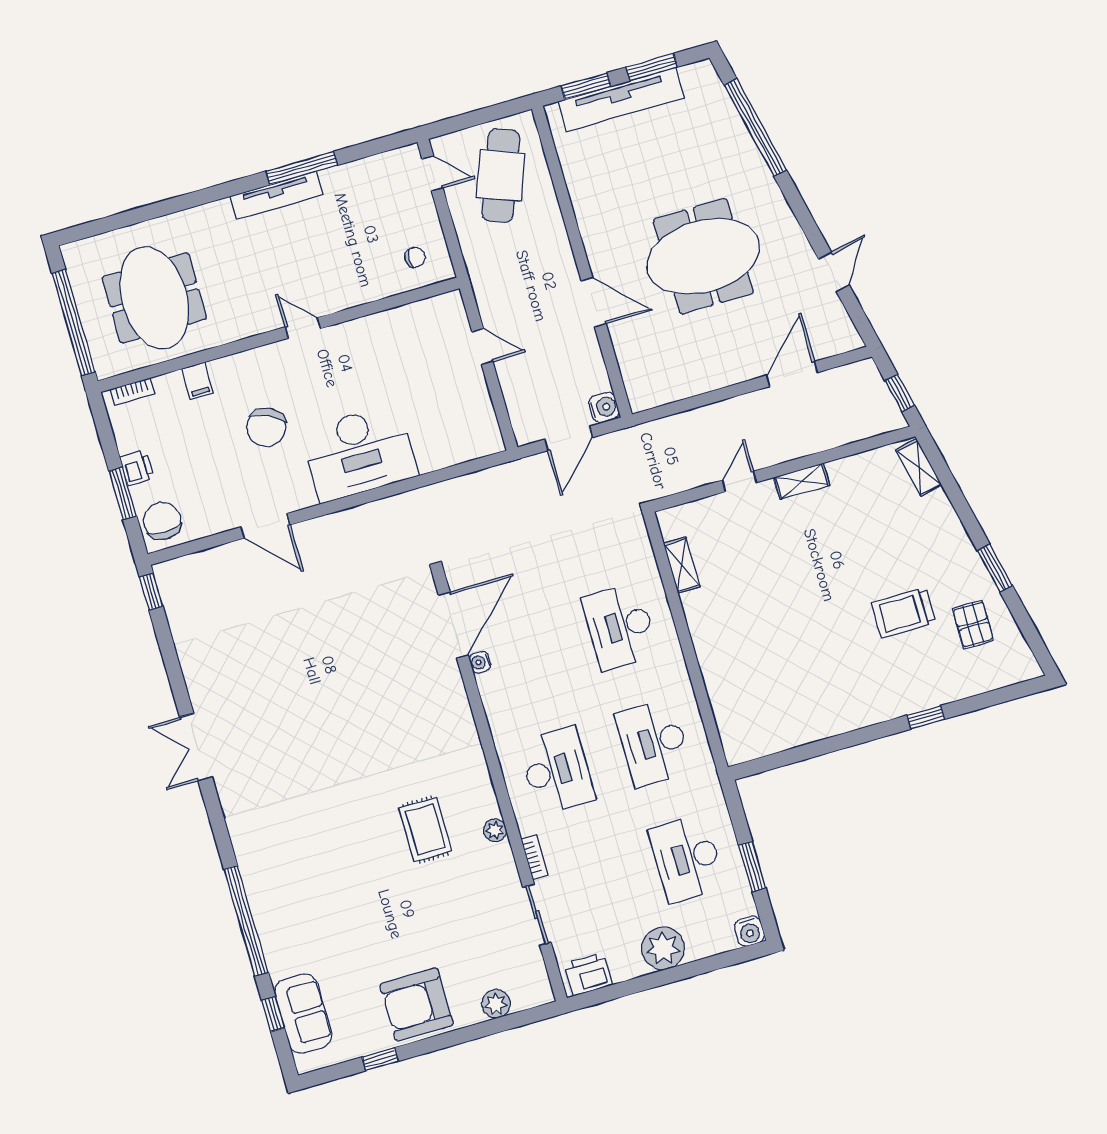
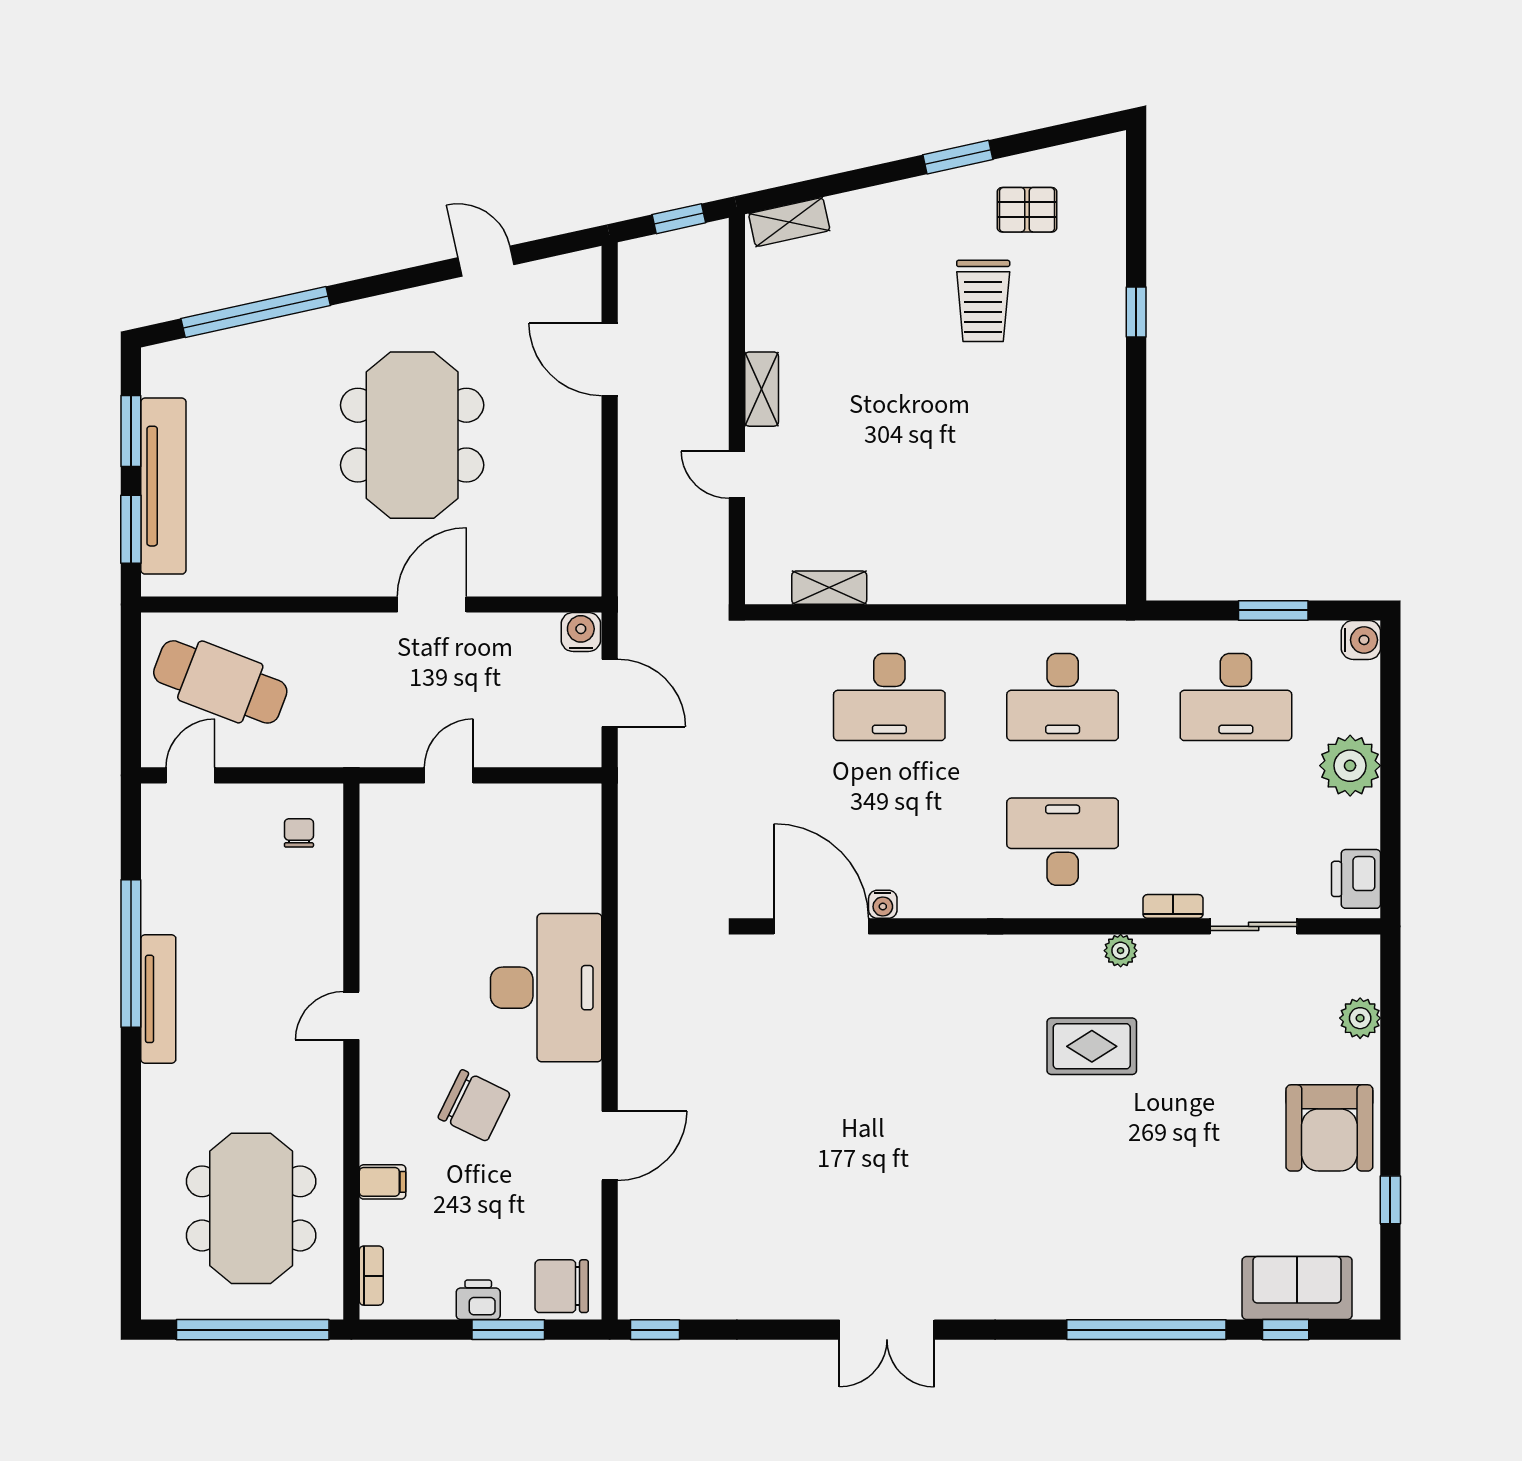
window: (302, 168) -> (131, 954), width x1.46
meeting table: (154, 298) -> (251, 1208), turned 90

